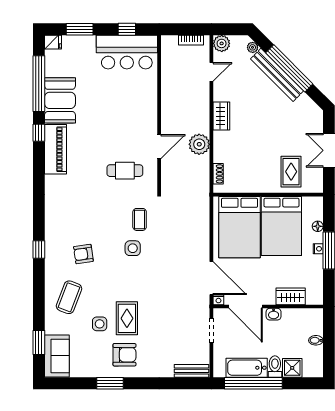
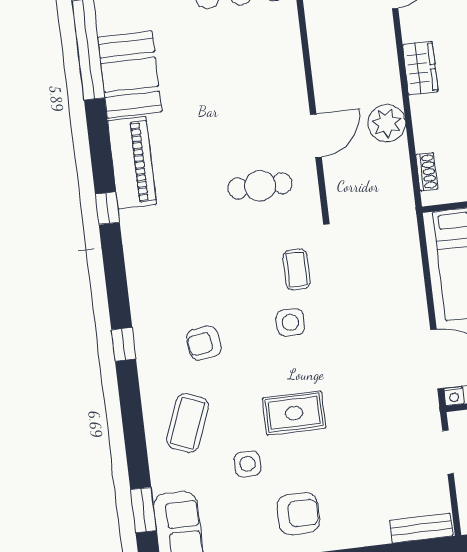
window: (39, 133) -> (107, 208), moved
rug: (127, 318) -> (294, 413), moved, turned 90

